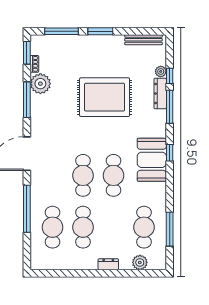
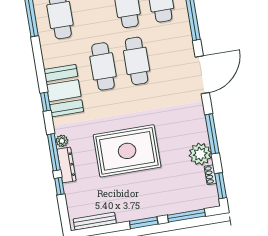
plant: (161, 71) -> (62, 141), moved

